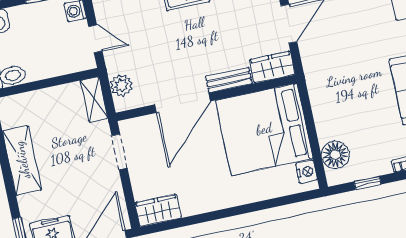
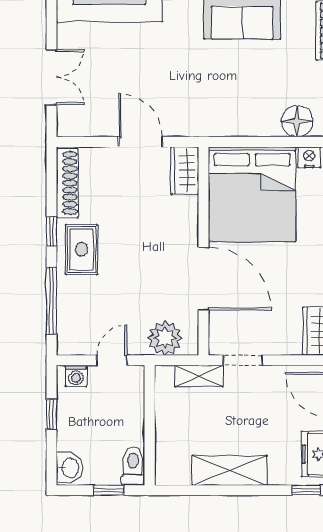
bench: (229, 80) -> (189, 222), removed
plant: (121, 85) -> (165, 338), width x1.36, depth x1.36
shelving: (94, 99) -> (199, 376), moved

